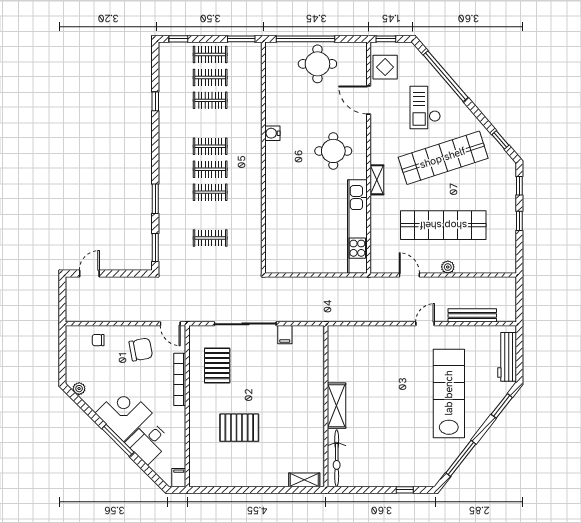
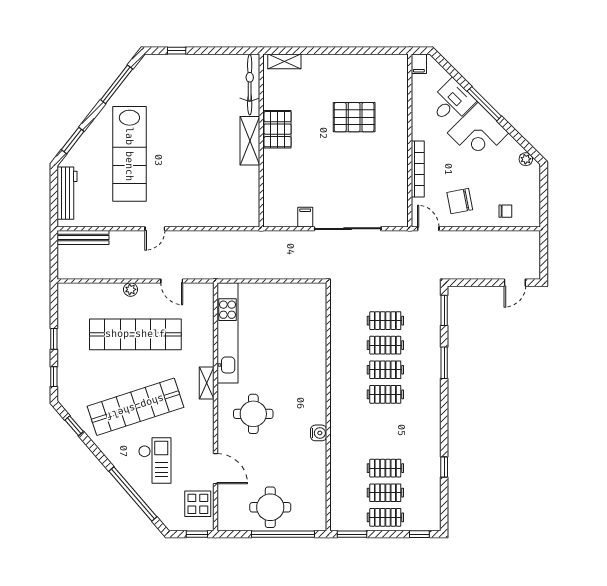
clothes rail: (210, 146) -> (385, 345), moved
bench: (472, 315) -> (83, 238), moved
pallet: (217, 366) -> (278, 129), moved

